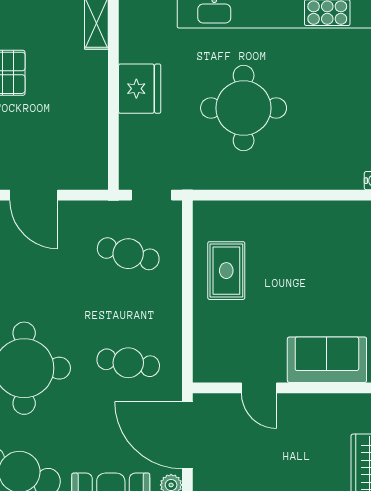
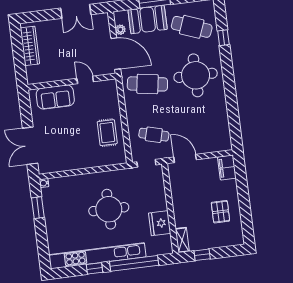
fridge: (140, 89) -> (160, 223), moved
door: (34, 195) -> (185, 158), moved
cafe table: (128, 363) -> (147, 84), width x1.37, depth x1.35

